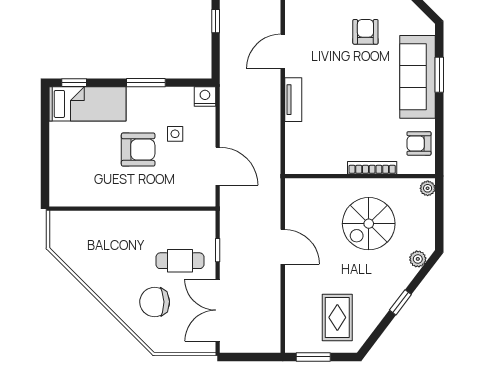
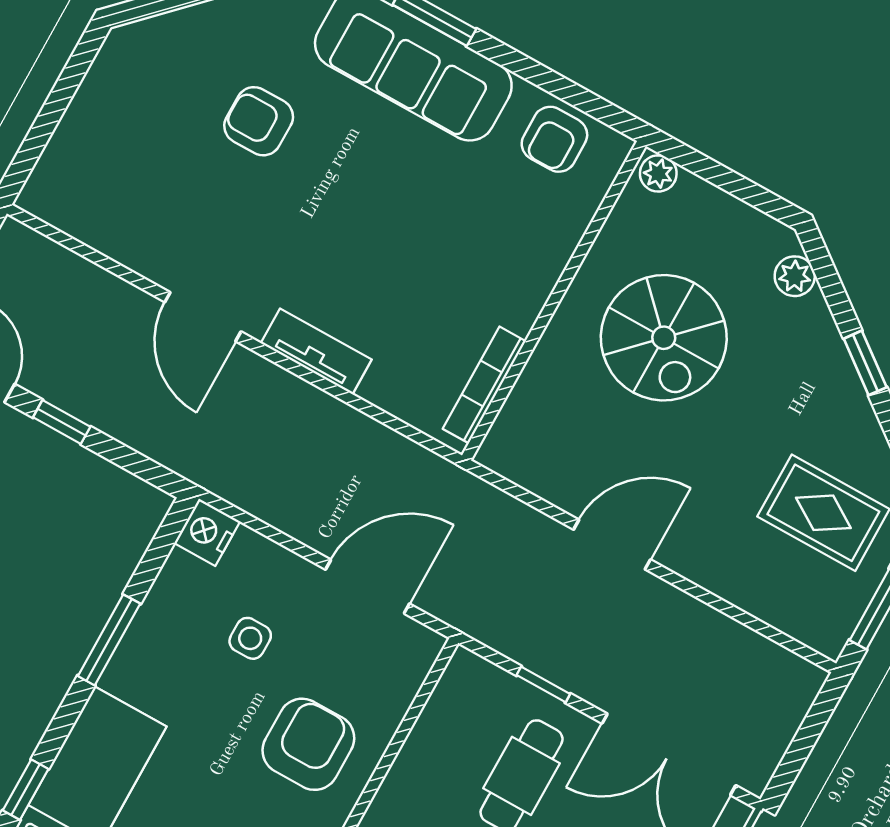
armchair: (138, 150) -> (308, 744), moved
bookcase: (372, 168) -> (484, 385), moved

